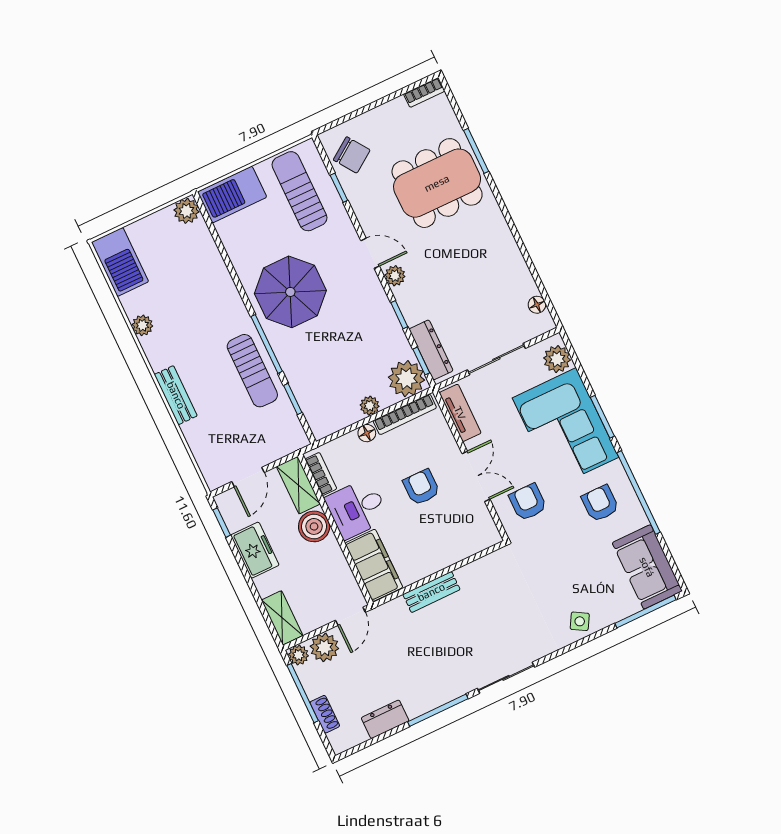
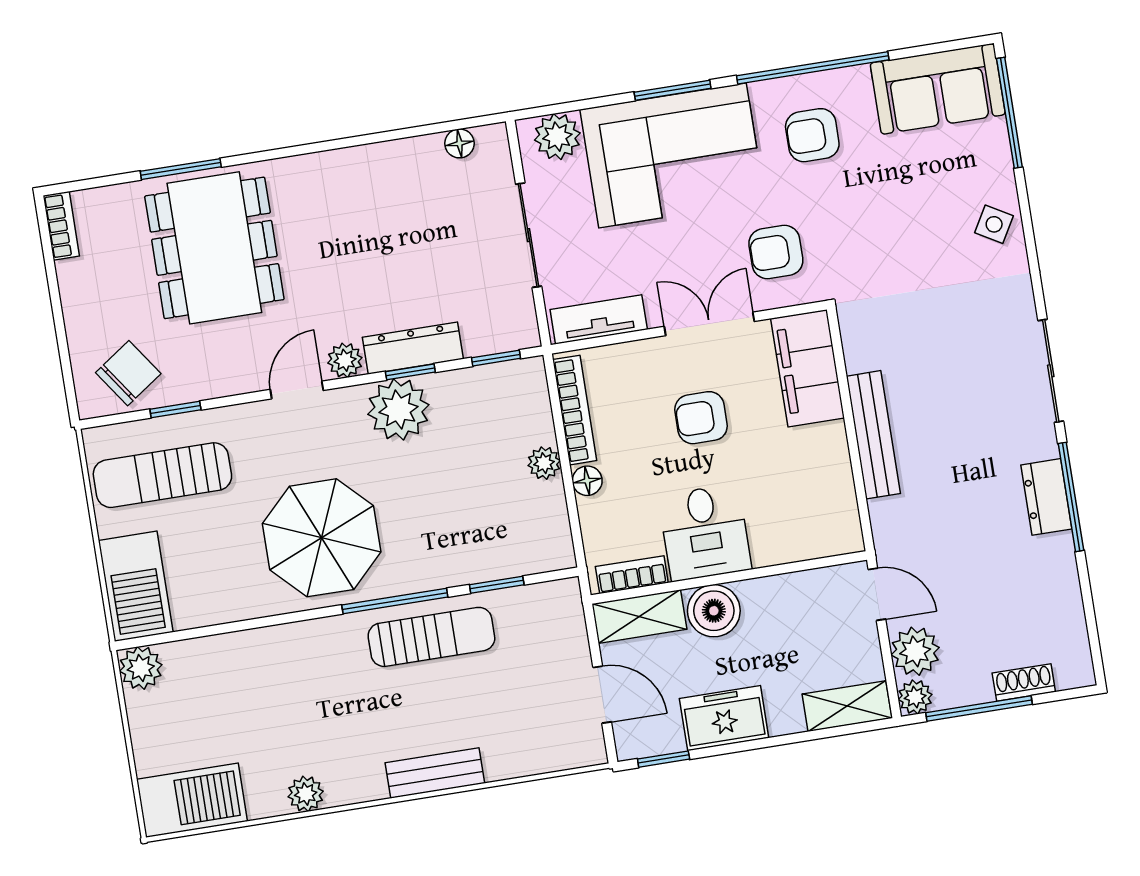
dresser: (431, 350) -> (413, 348), moved
plant: (406, 379) -> (398, 410), moved
filing cabinet: (374, 565) -> (808, 368), moved, turned -90
bench: (431, 592) -> (873, 435), width x1.36
dresser: (385, 719) -> (1046, 497), moved

